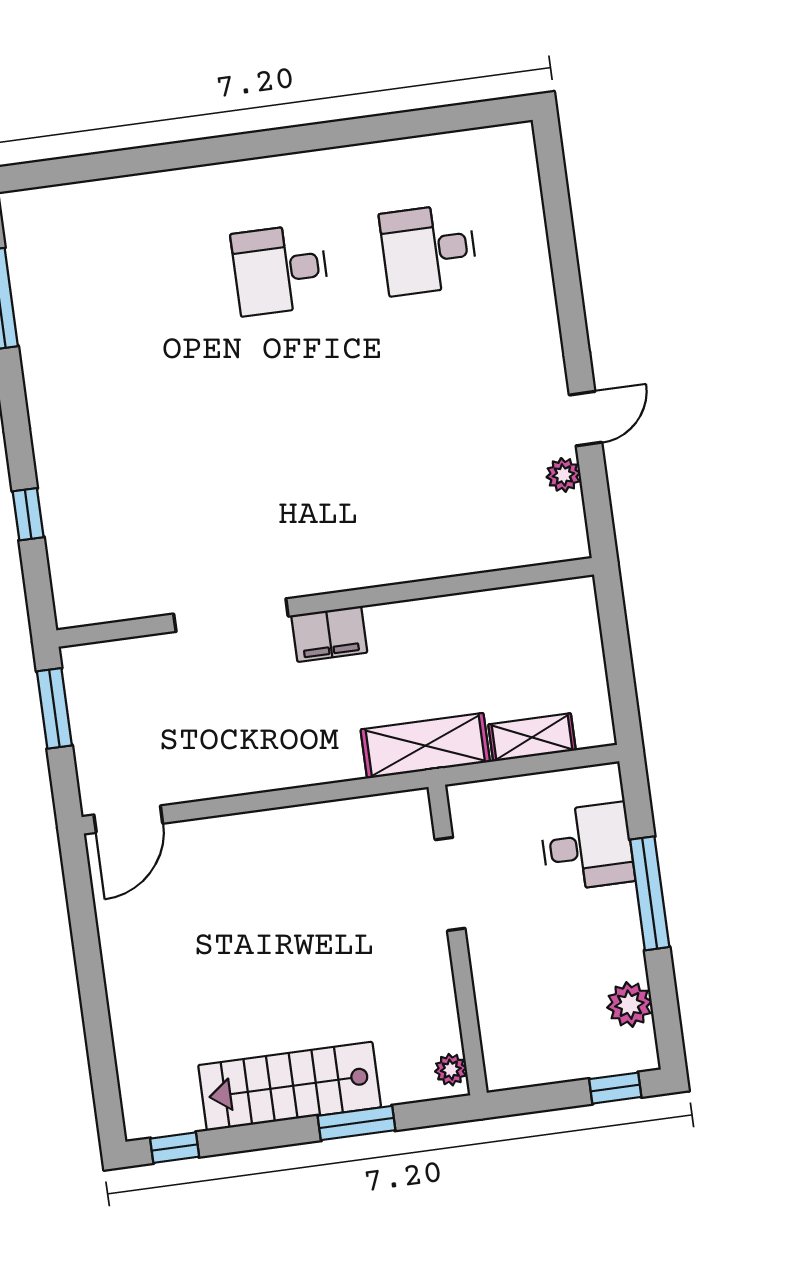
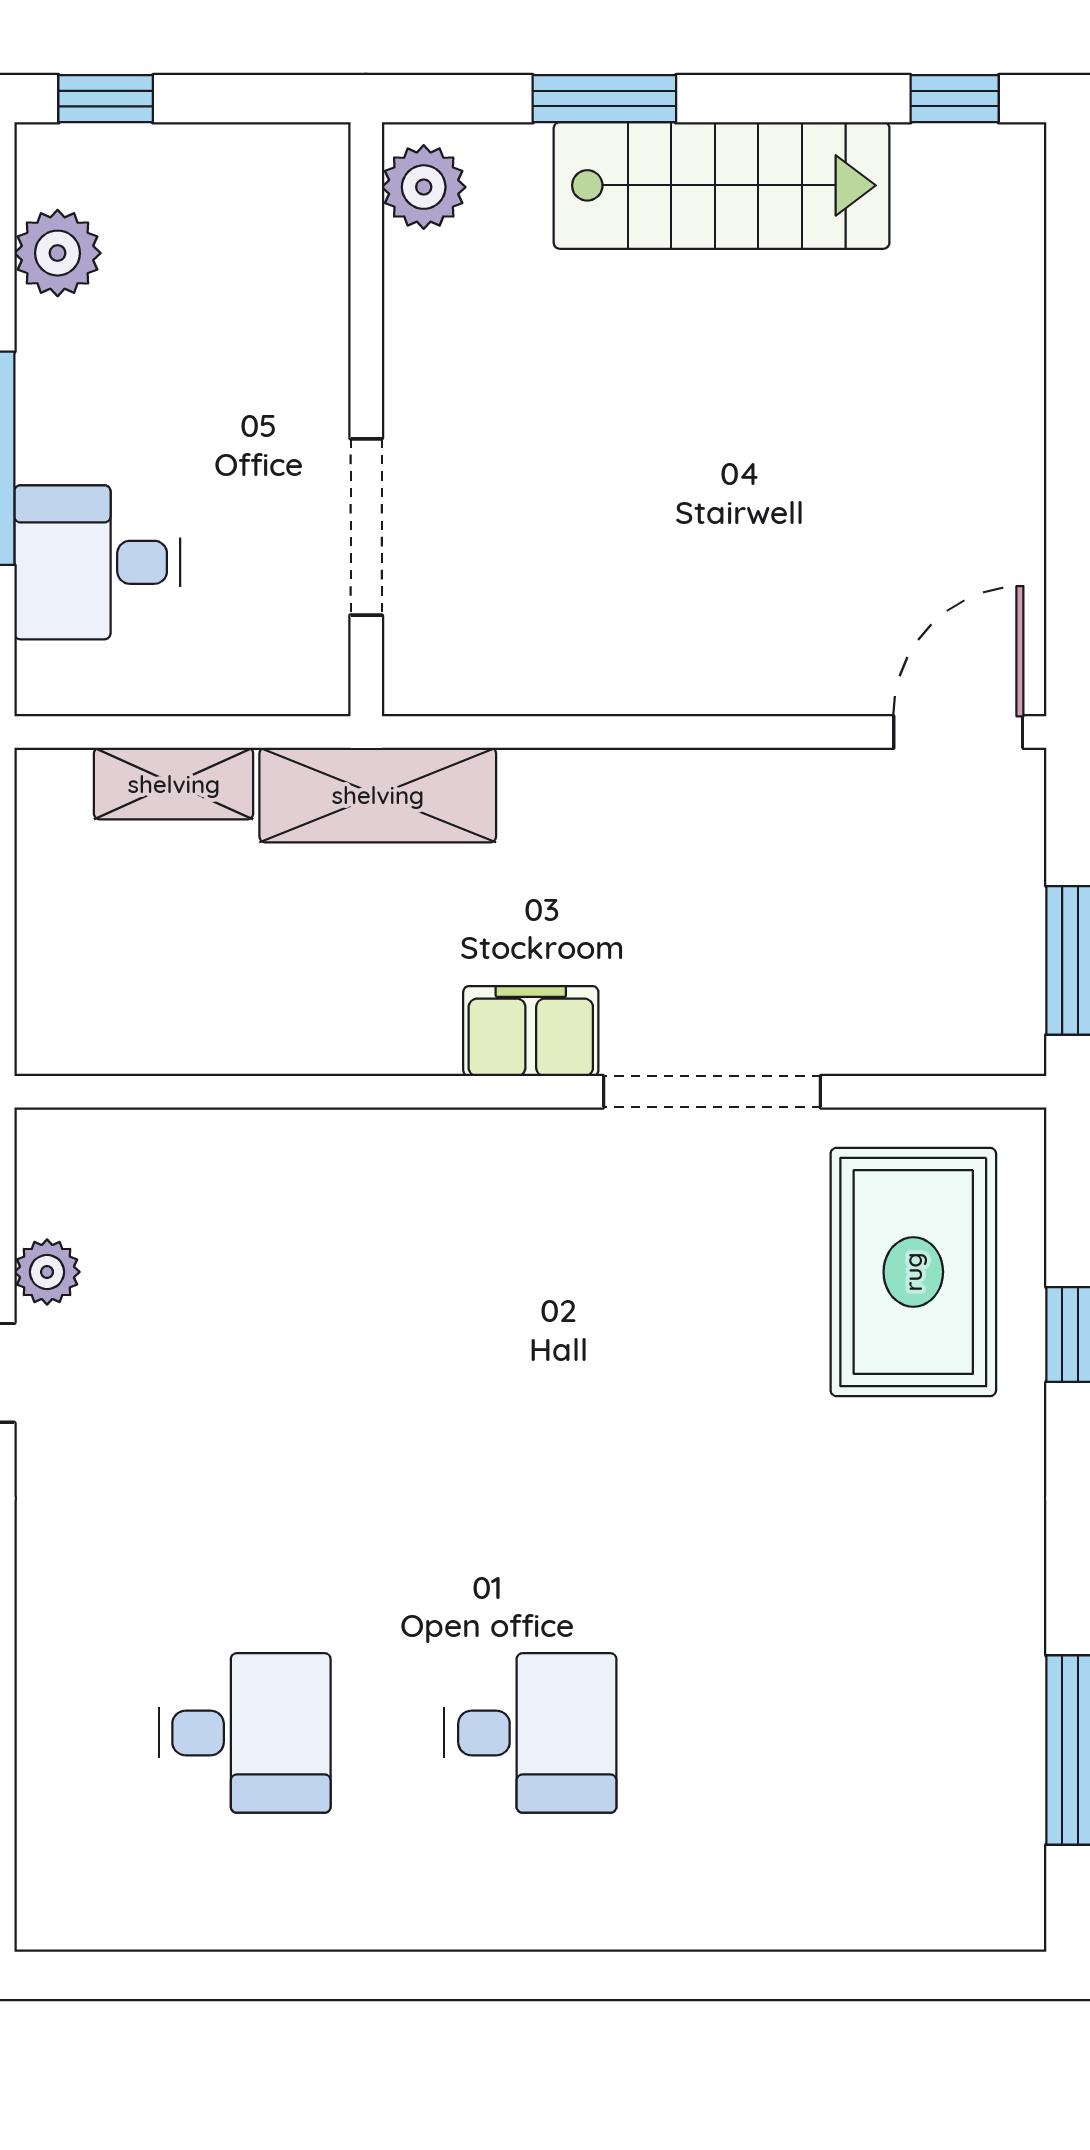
rug: (114, 536) -> (913, 1272), added
plant: (451, 1070) -> (424, 187), width x1.38, depth x1.38

